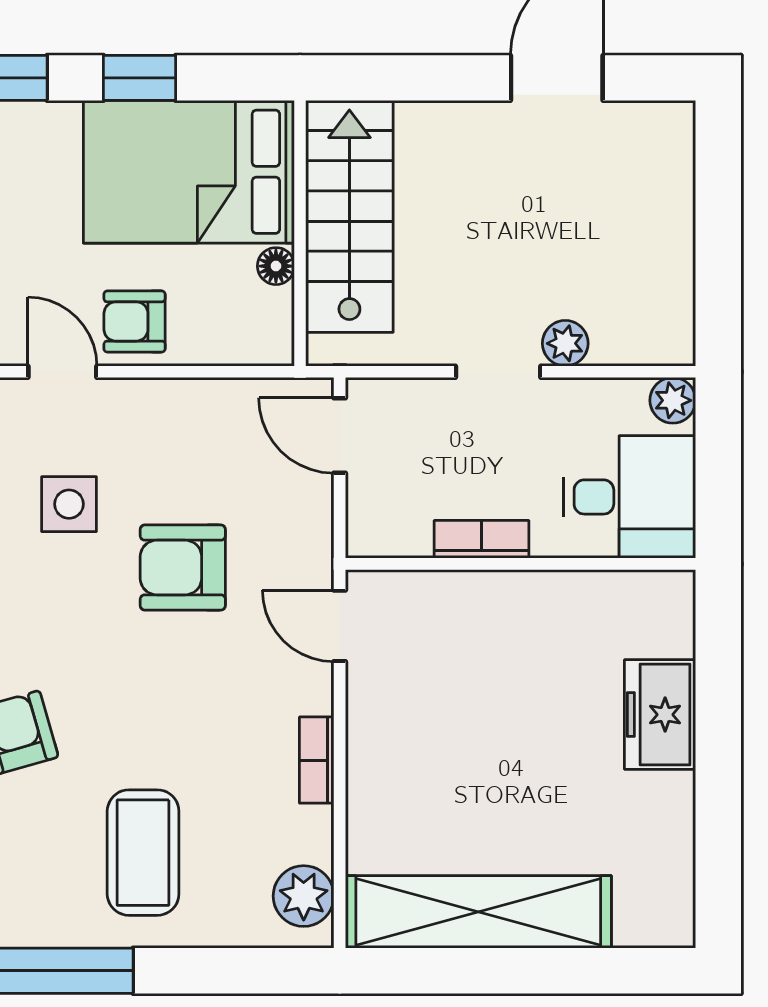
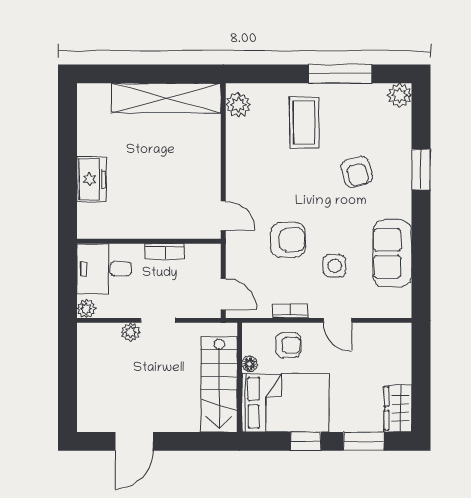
armchair: (134, 321) -> (288, 345), moved
bookcase: (317, 760) -> (290, 311), moved, turned -90

